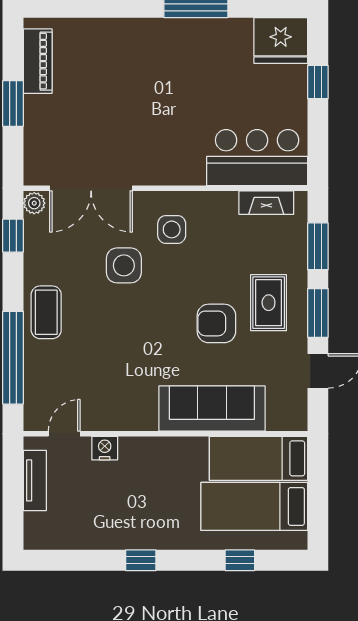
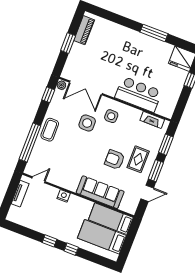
bar counter: (257, 158) -> (138, 94), moved
nightstand: (105, 448) -> (64, 196), moved
window: (240, 560) -> (71, 249), moved

